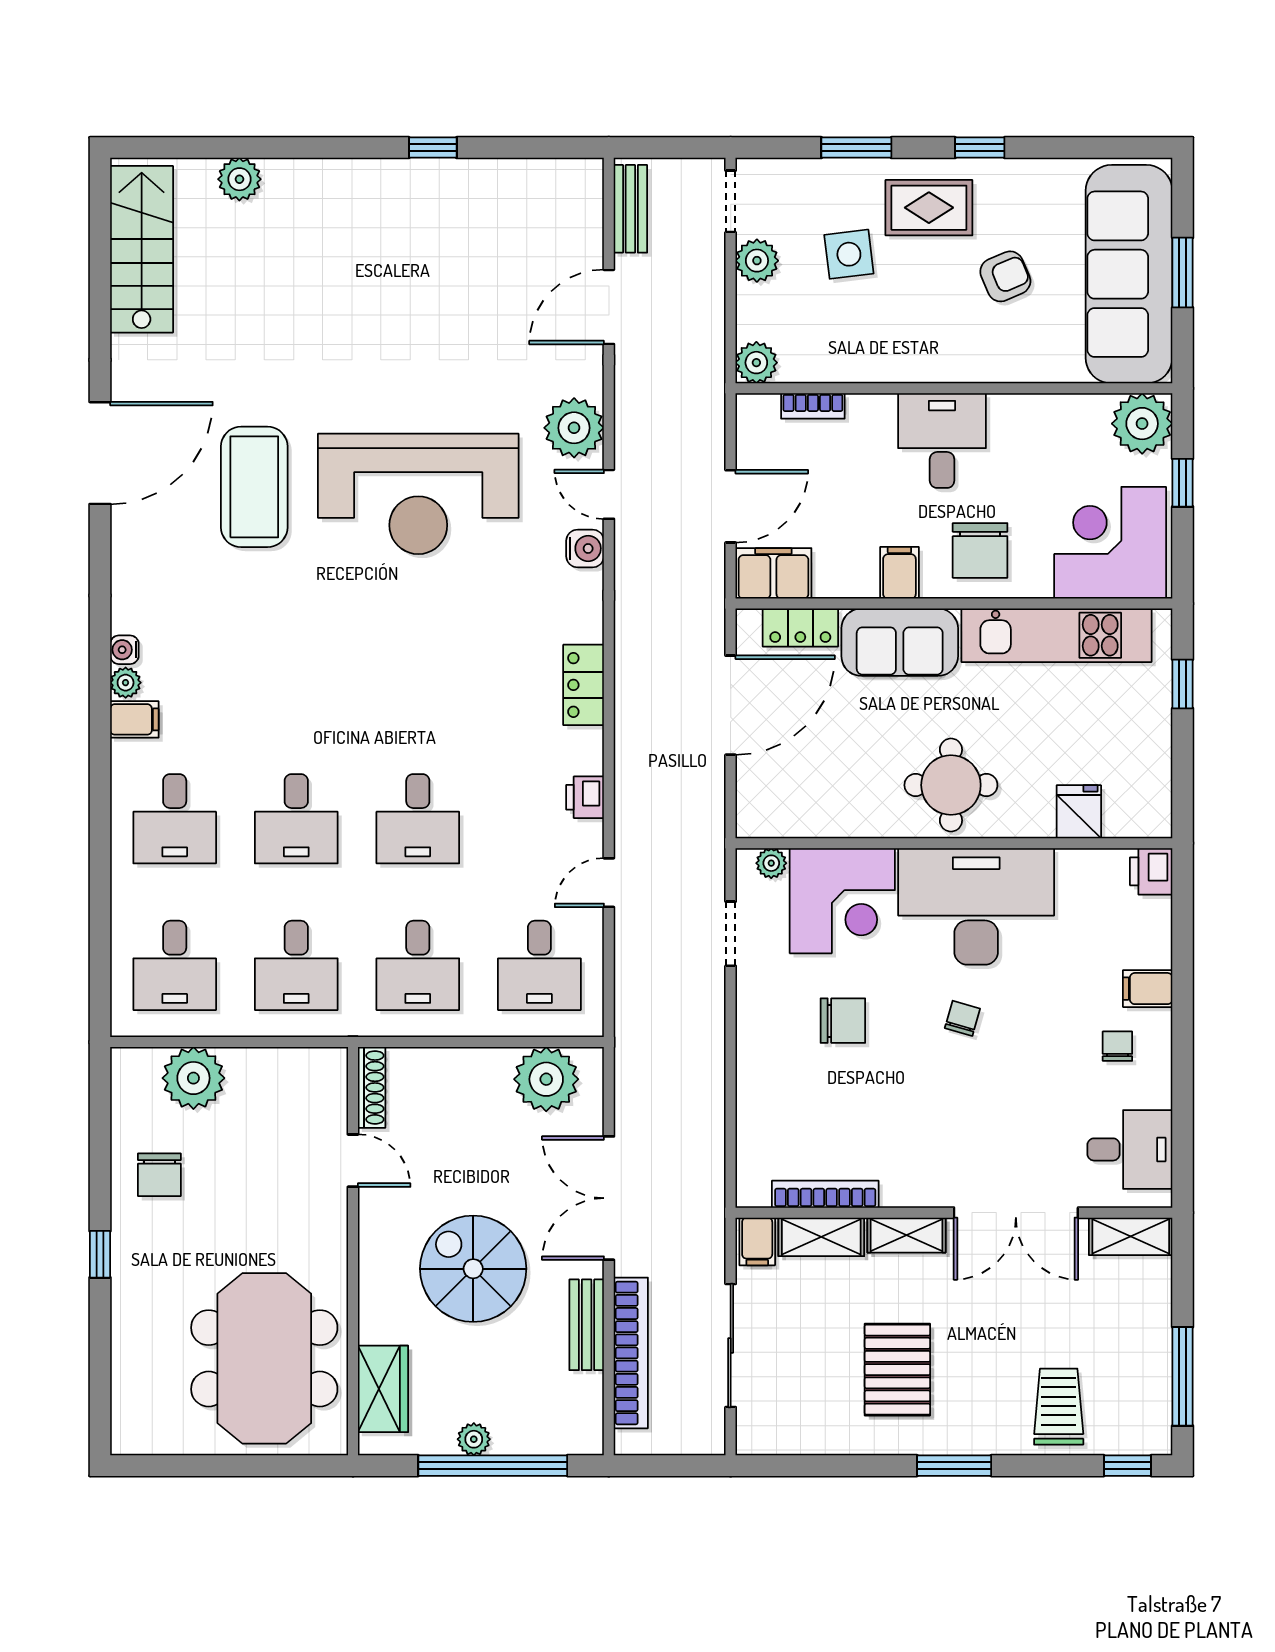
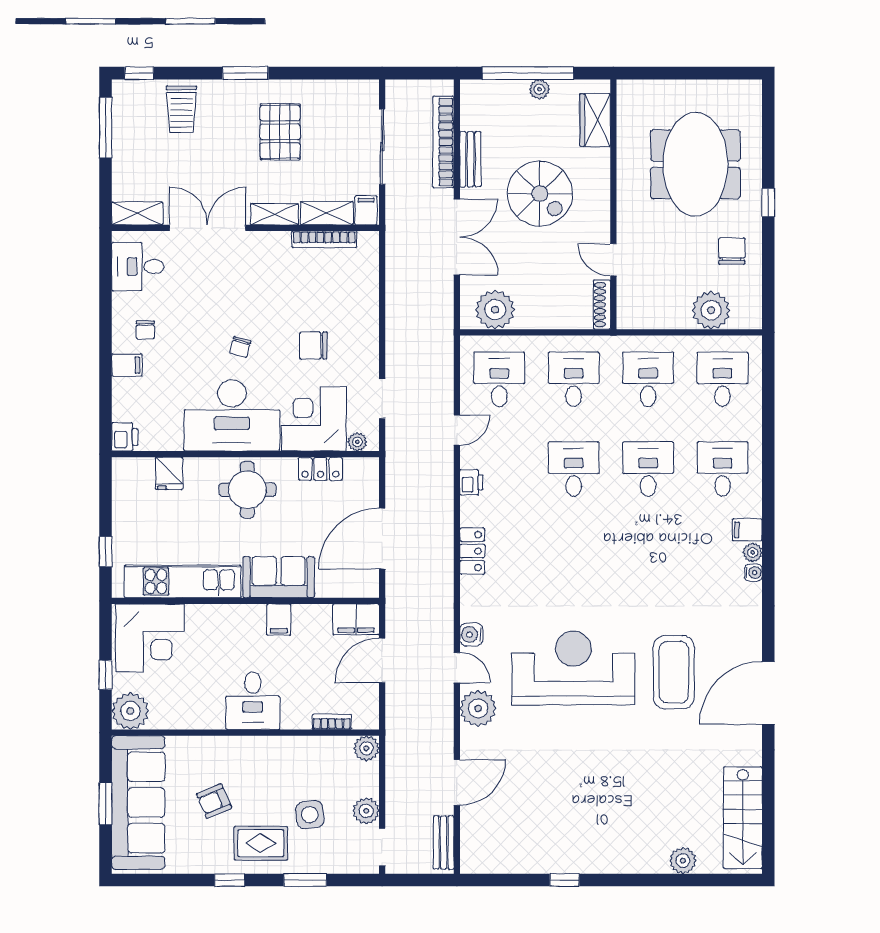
chair: (980, 550) -> (229, 633), removed
locker: (800, 628) -> (320, 469), moved, turned 180
meeting table: (264, 1358) -> (695, 164), moved

